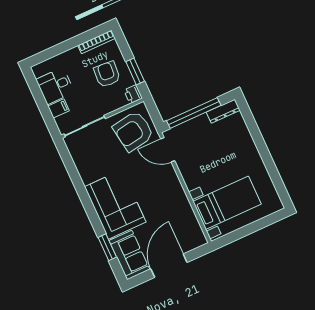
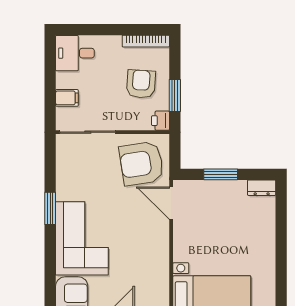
desk: (55, 86) -> (75, 53), moved
dresser: (223, 111) -> (262, 188), width x0.70
window: (194, 113) -> (221, 174), width x0.47
window: (107, 247) -> (50, 208), moved

